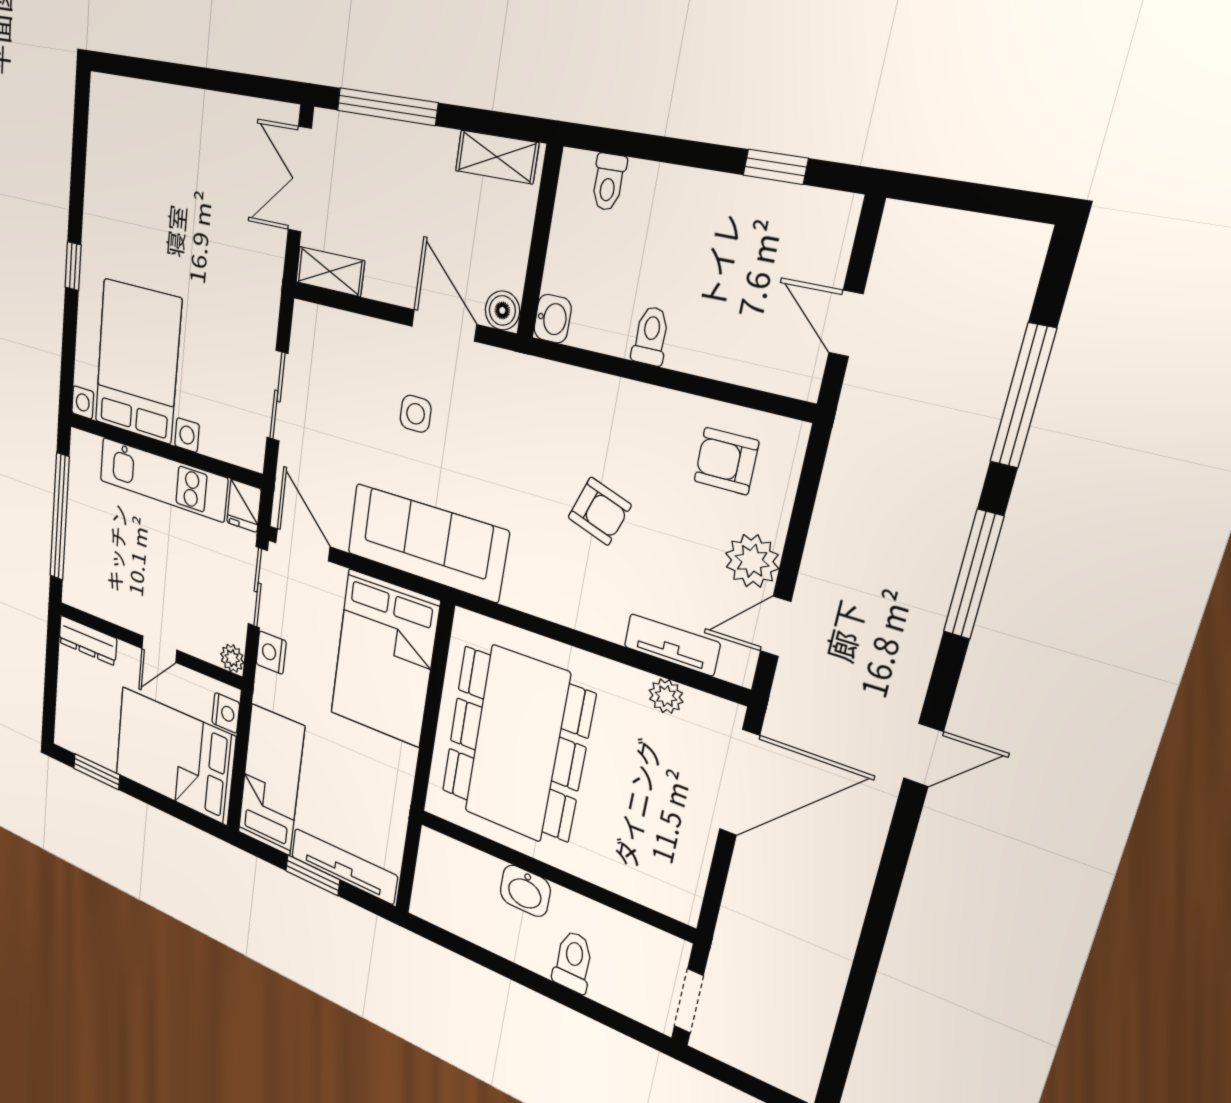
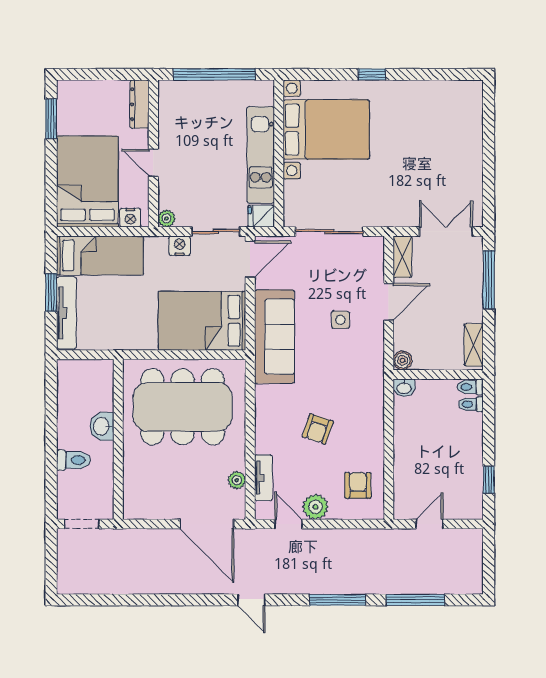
door: (444, 325) -> (389, 302), moved
toilet: (651, 336) -> (470, 387), moved, turned 180
sliding door: (277, 396) -> (329, 232), width x1.37

